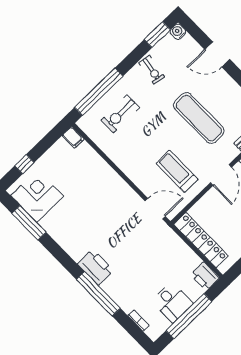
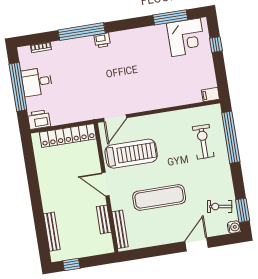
exercise bike: (152, 70) -> (220, 207), moved
treadmill: (177, 171) -> (131, 154), width x1.37, depth x1.38
printer: (96, 267) -> (102, 40), width x0.53, depth x0.68

